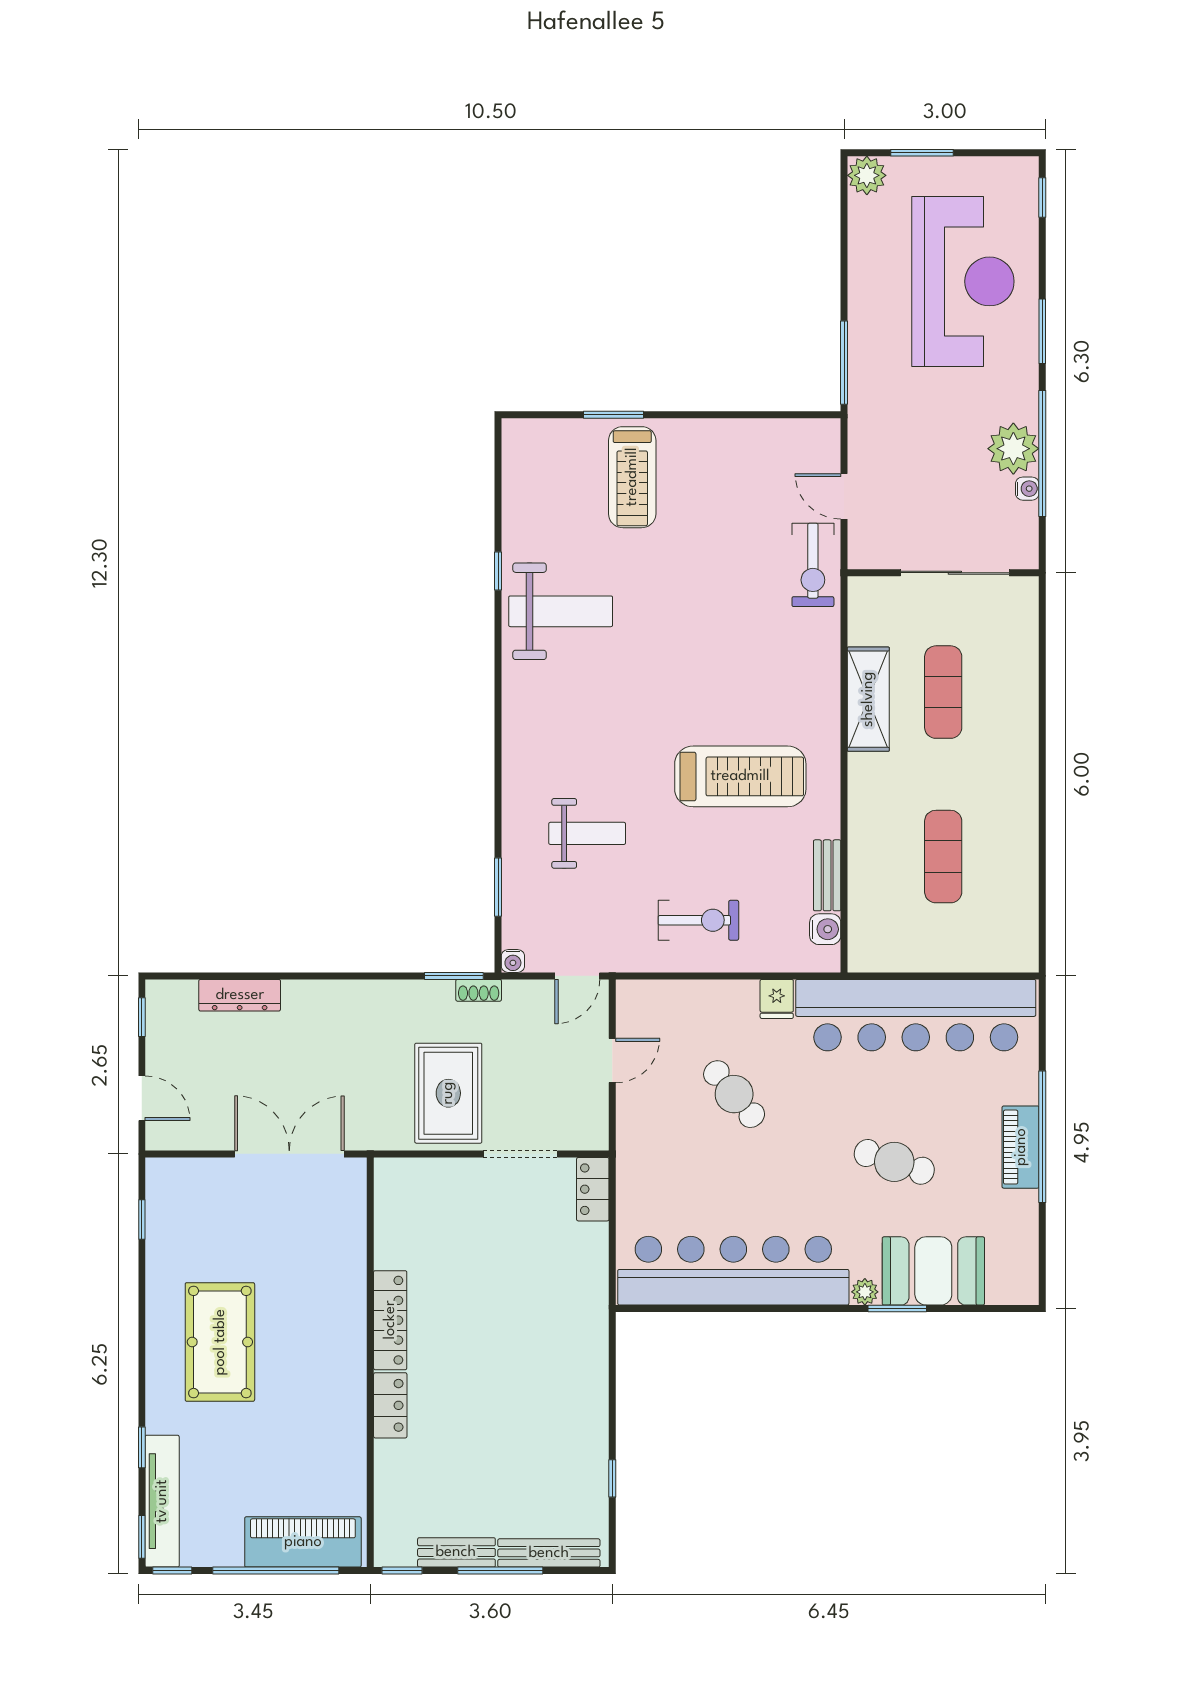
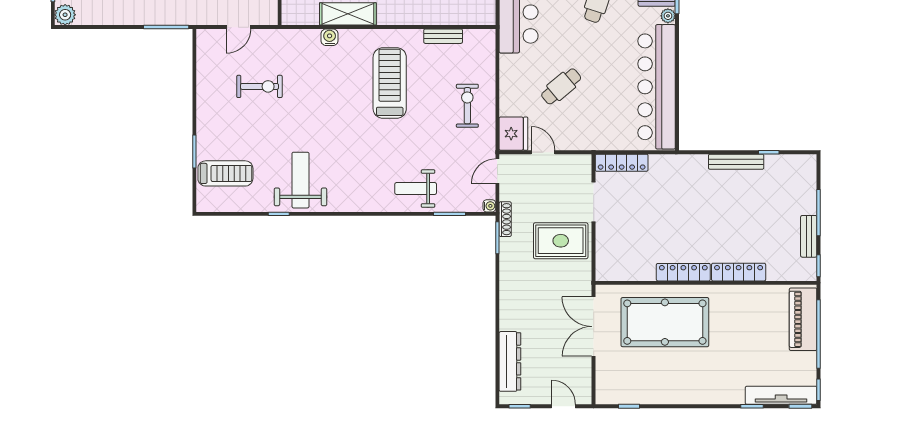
treadmill: (632, 477) -> (225, 173), moved
exercise bike: (813, 565) -> (259, 86), moved
weight bench: (587, 833) -> (416, 189), moved, turned -90
water cooler: (825, 929) -> (330, 37), moved
door: (577, 976) -> (497, 171), swing flipped
shoe rack: (479, 990) -> (505, 219), width x1.43
dresser: (240, 995) -> (510, 361), width x1.37, depth x1.24
fridge: (777, 999) -> (513, 134), moved, width x1.88, depth x1.34
door: (142, 1098) -> (563, 406), hinge flipped
locker: (593, 1189) -> (622, 163), width x1.53
pool table: (220, 1342) -> (665, 322), moved, width x1.36, depth x1.32
locker: (390, 1405) -> (739, 272), width x1.53
bench: (549, 1553) -> (736, 162), moved, turned 90

